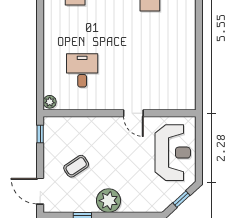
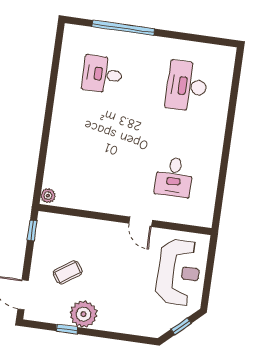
desk: (82, 70) -> (174, 177), moved, turned 180
plant: (109, 201) -> (83, 314), moved

